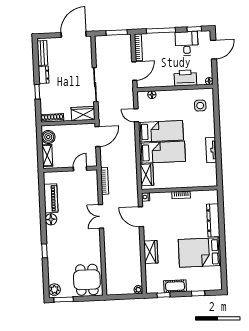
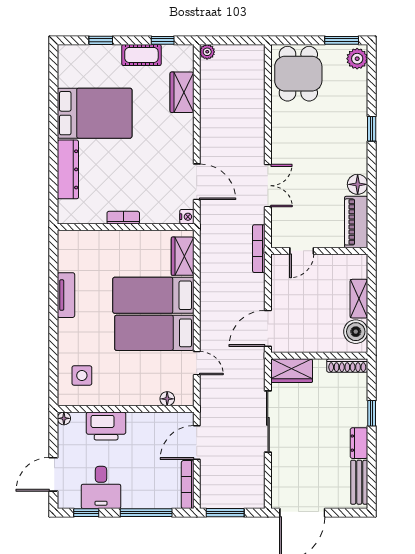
wall: (70, 169) -> (319, 251), moved
door: (80, 169) -> (302, 251), moved
wardrobe: (151, 252) -> (182, 92), moved

